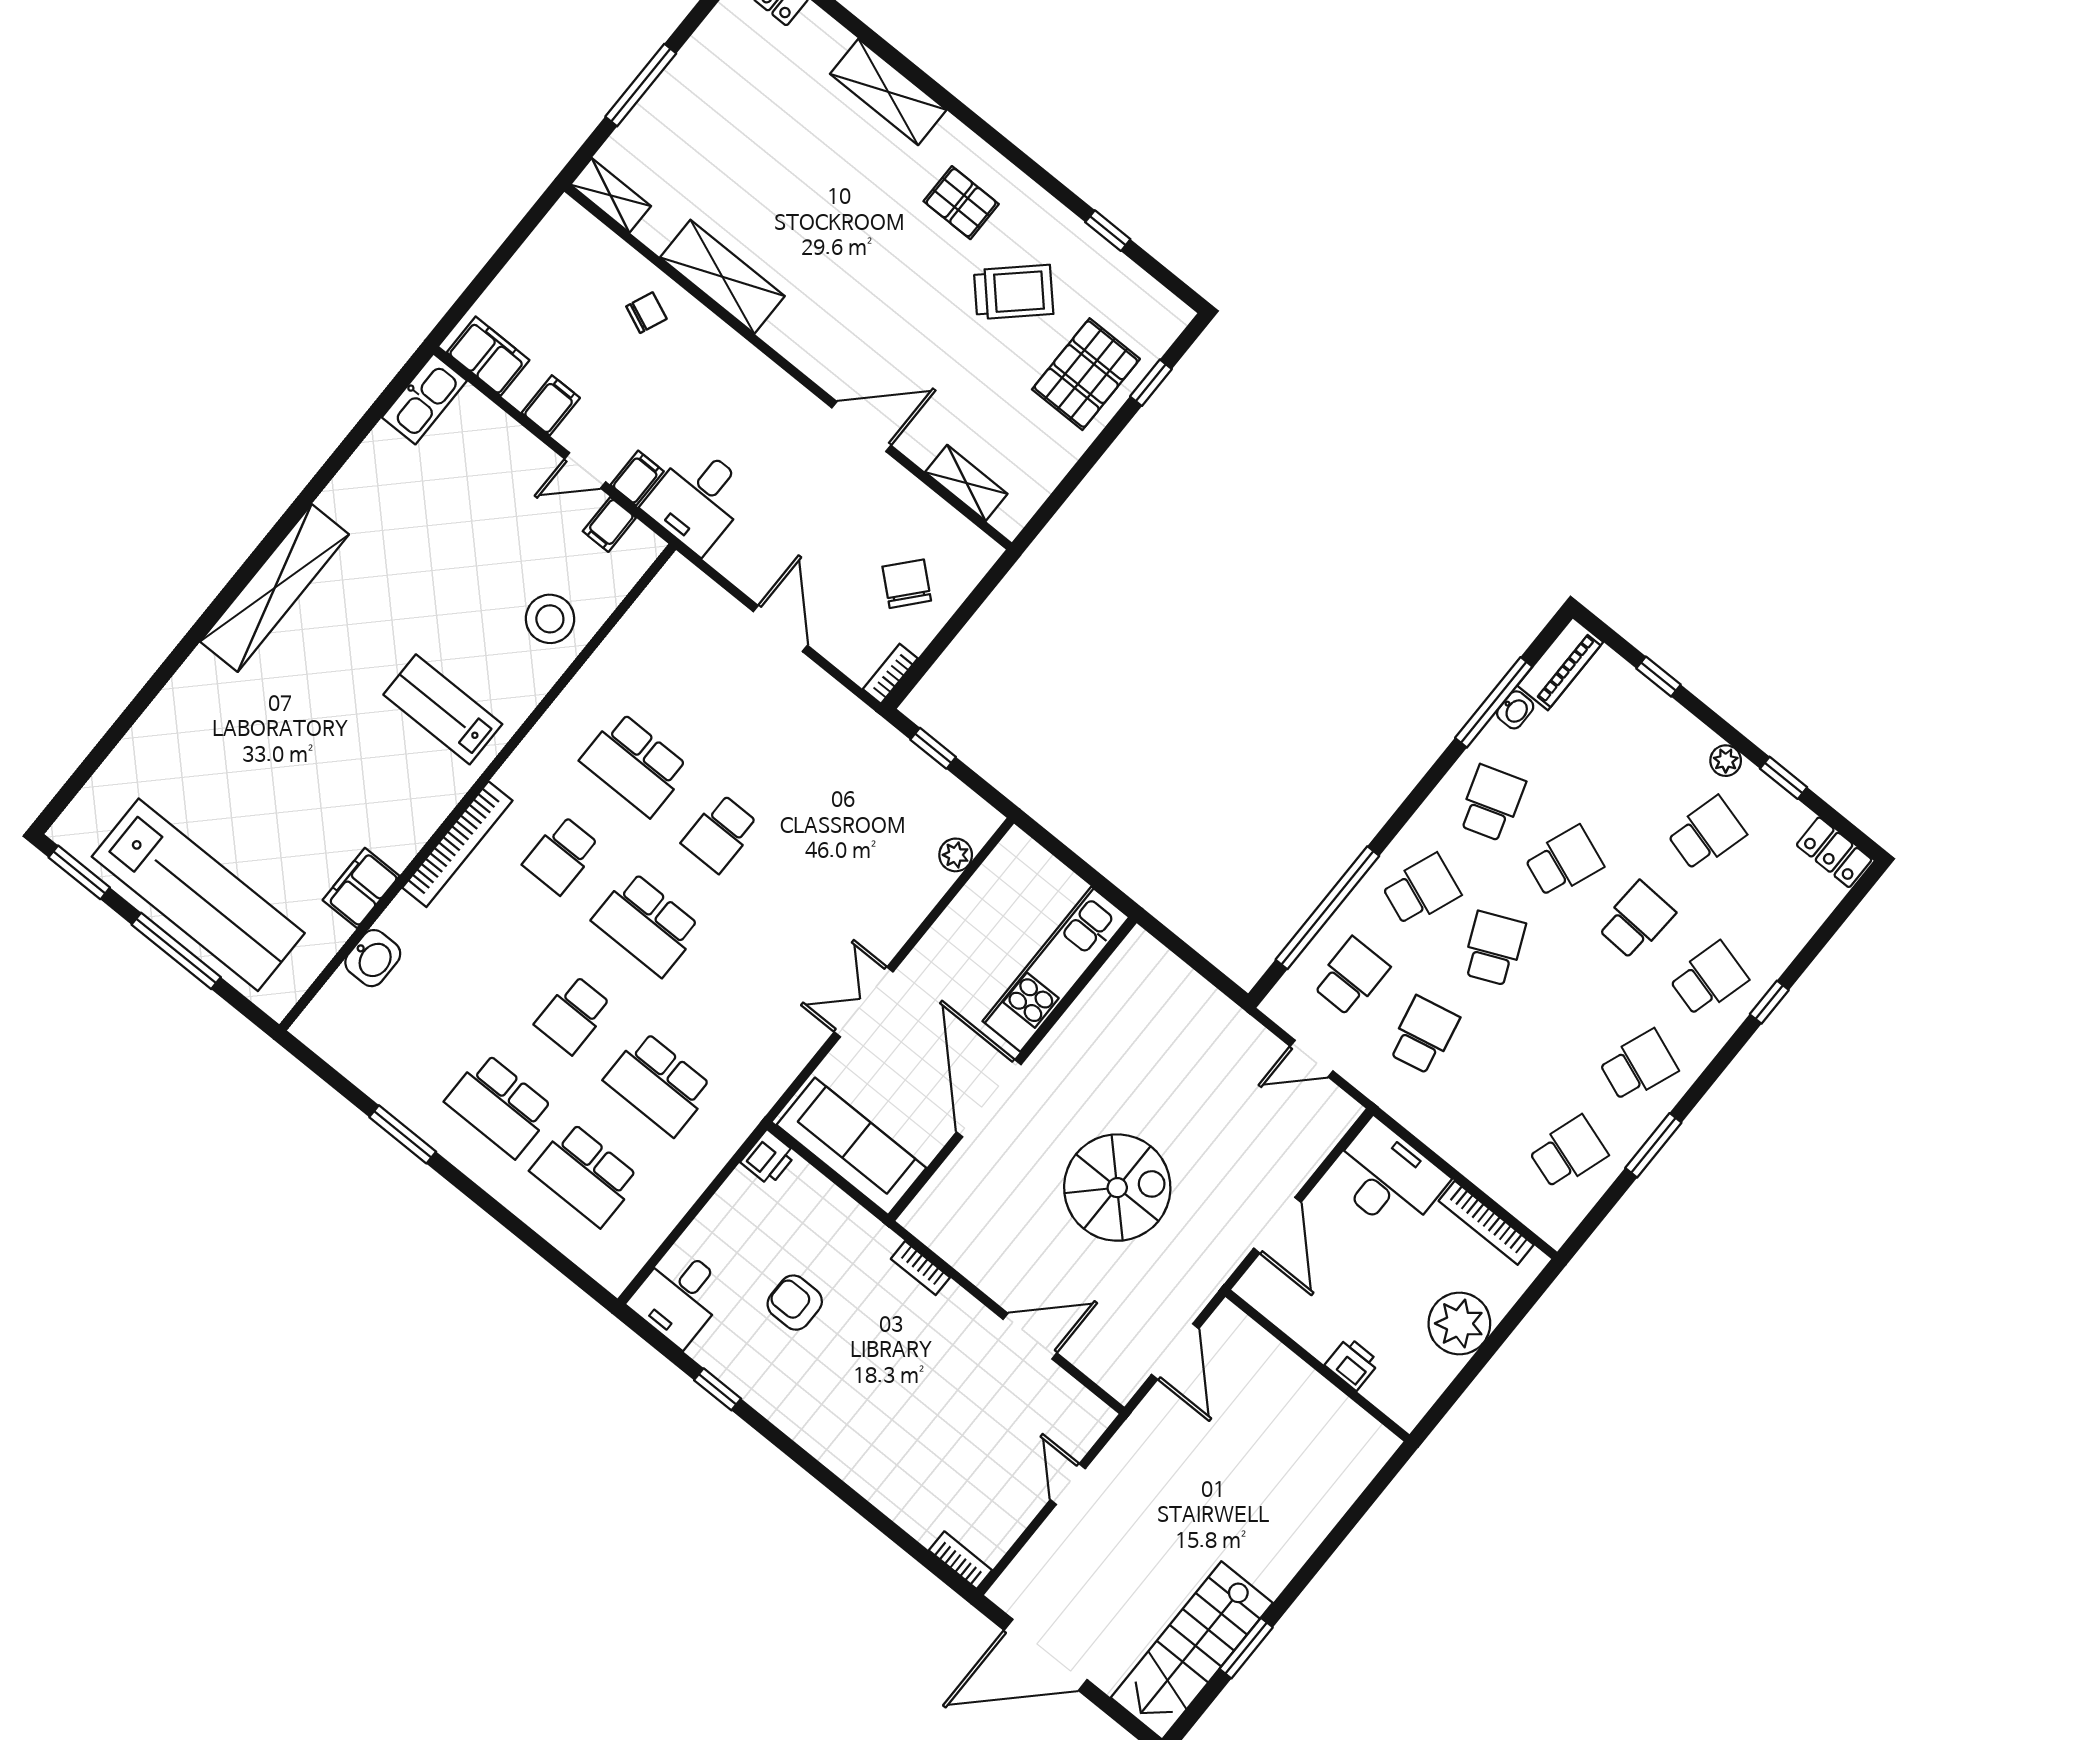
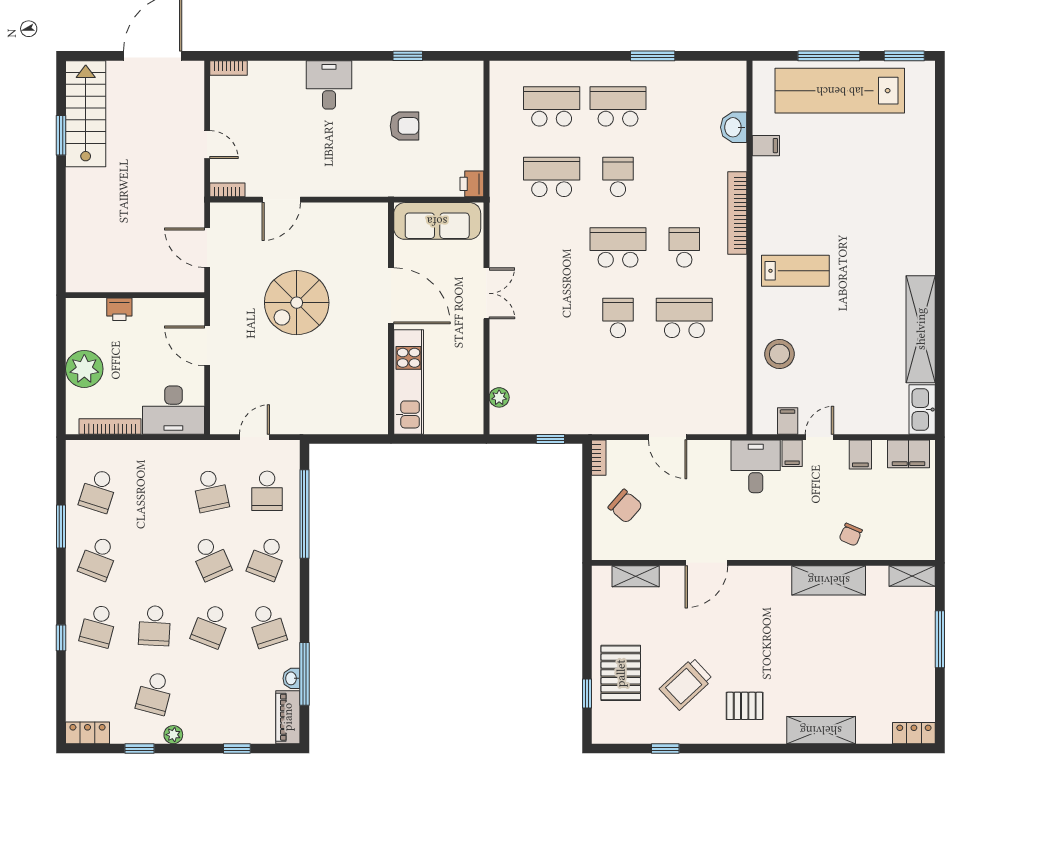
shelving: (275, 588) -> (921, 329), moved
filing cabinet: (361, 888) -> (766, 146), width x0.50
bookcase: (920, 1268) -> (227, 190), moved
desk: (679, 1296) -> (329, 85), moved

